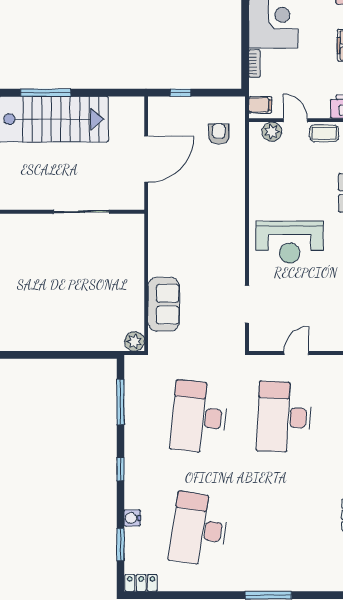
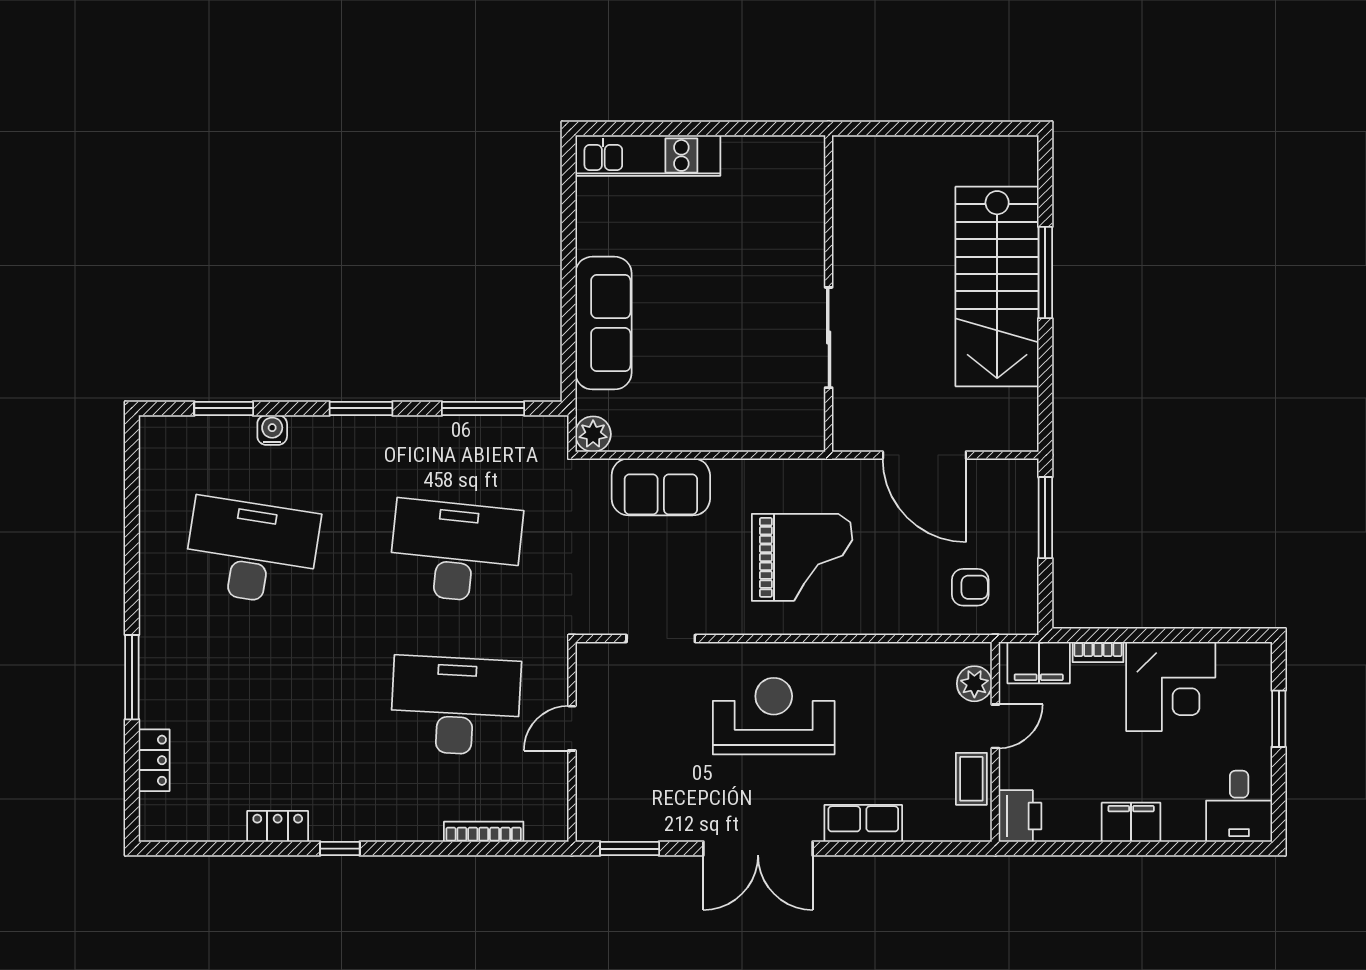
window: (180, 93) -> (1045, 518), width x2.17
filing cabinet: (260, 105) -> (1039, 663), width x2.00
grand piano: (202, 226) -> (802, 557), added
reception desk: (290, 242) -> (774, 716), turned 90
sofa: (73, 336) -> (603, 323), added
door: (296, 353) -> (572, 728), swing flipped
window: (120, 469) -> (361, 408), width x1.50
locker: (141, 583) -> (154, 760), moved

